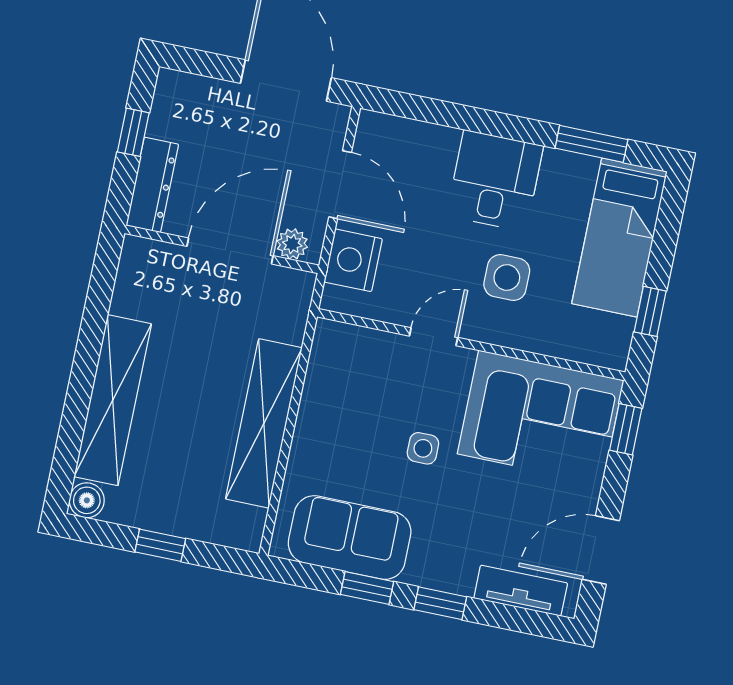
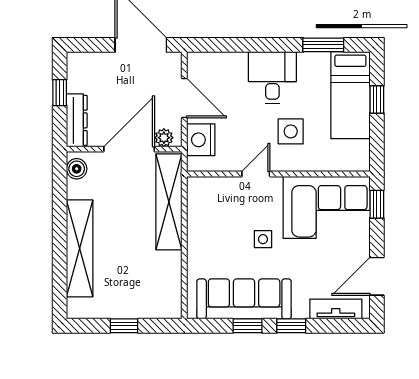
window: (650, 311) -> (377, 100), moved
shelving: (264, 423) -> (169, 202), moved
boiler: (87, 500) -> (77, 169), moved
sofa: (350, 538) -> (244, 299), width x1.36

